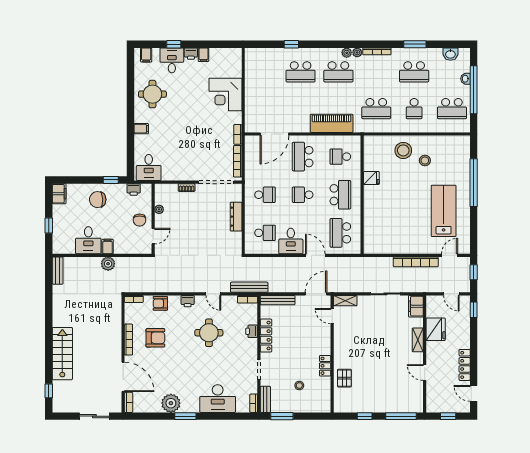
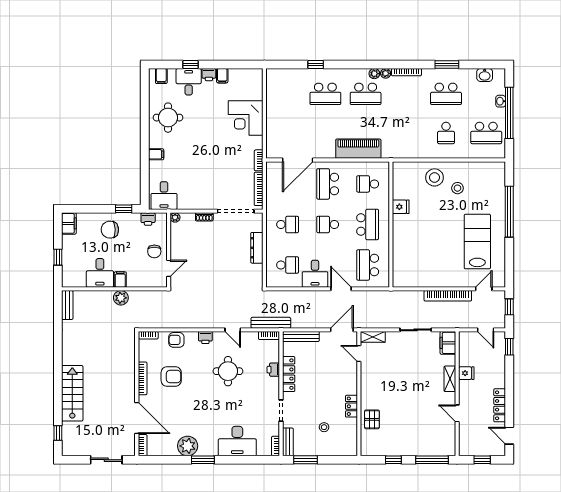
school desk: (376, 109) -> (406, 133), removed
plant: (159, 209) -> (175, 217), moved
fridge: (436, 329) -> (466, 373), width x0.53, depth x0.75

